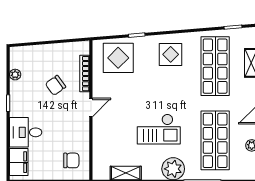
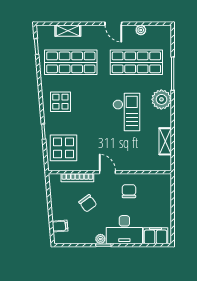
filing cabinet: (30, 54) -> (60, 226), added
plant: (15, 75) -> (100, 239), moved
desk: (26, 132) -> (124, 230), width x1.37
chair: (71, 160) -> (129, 191), moved

